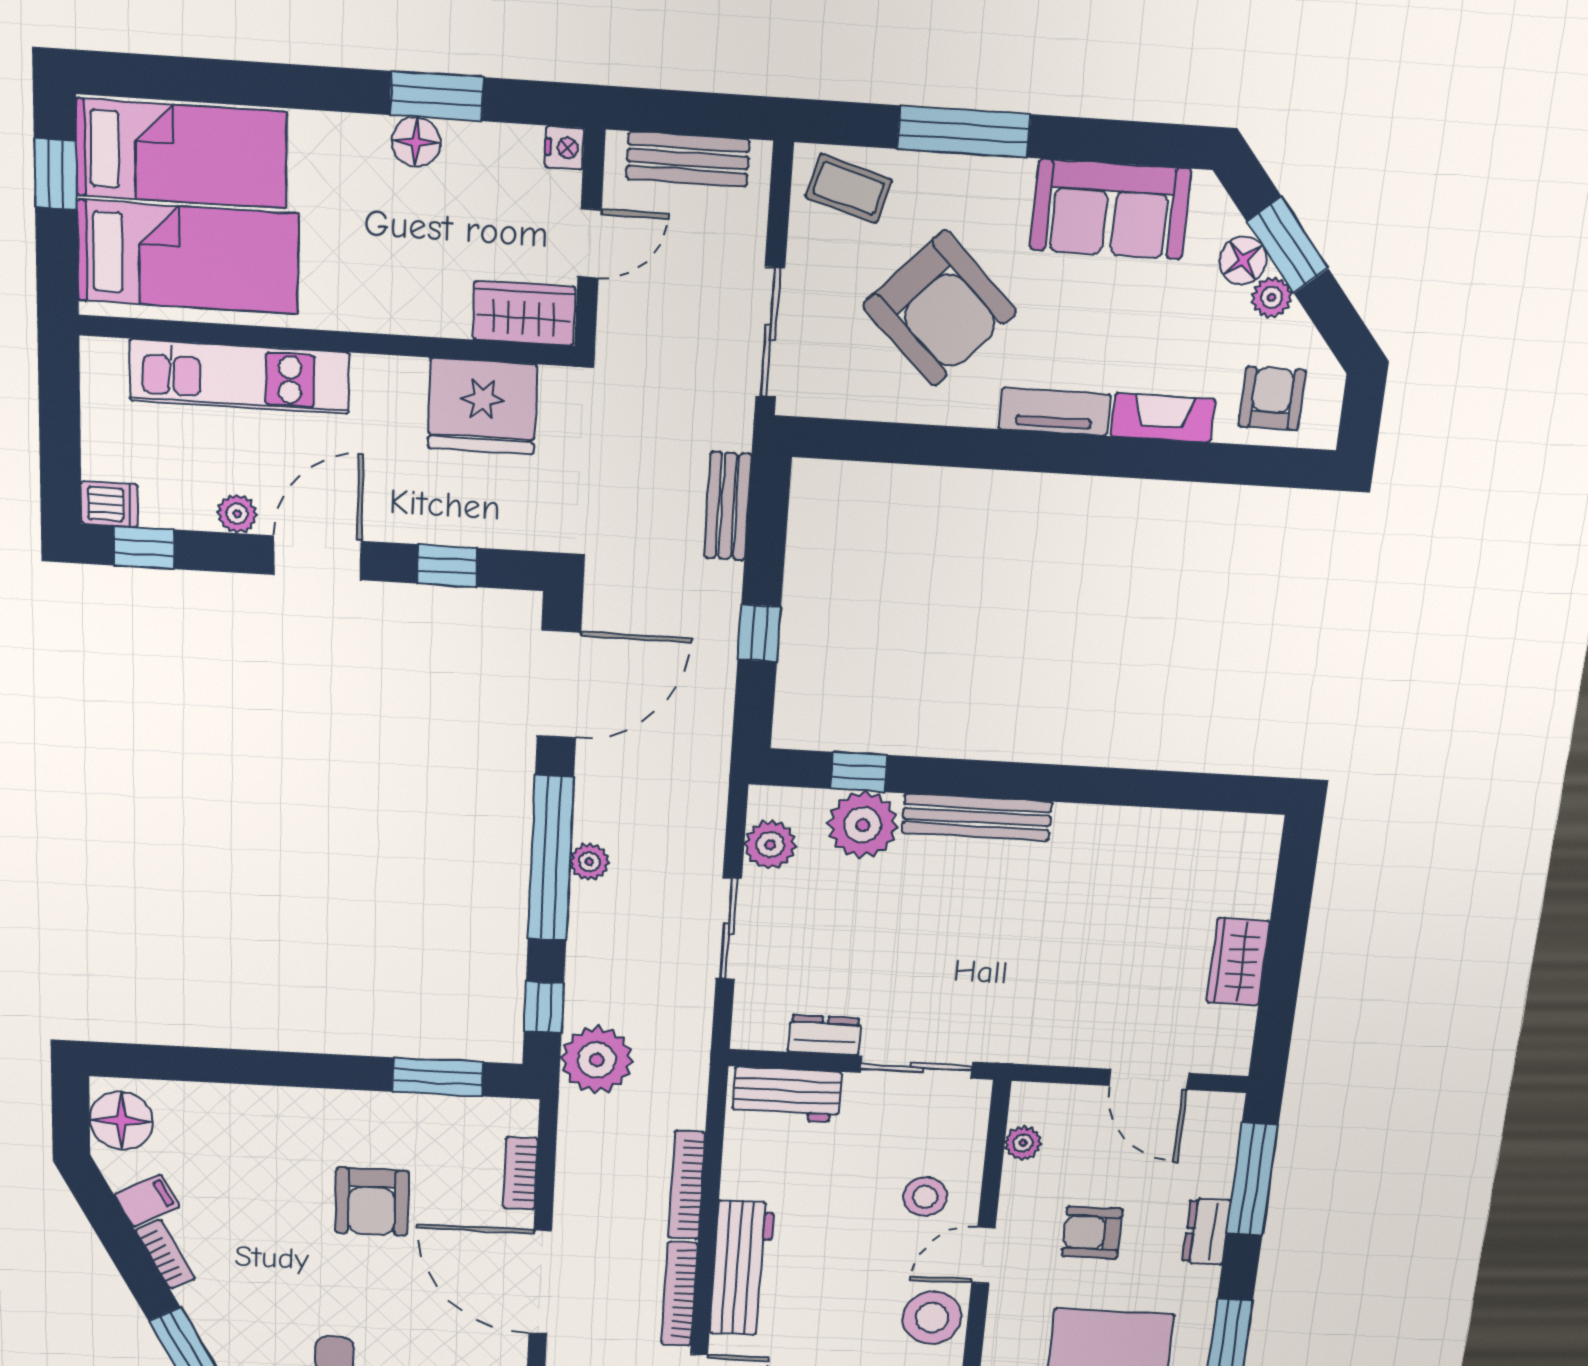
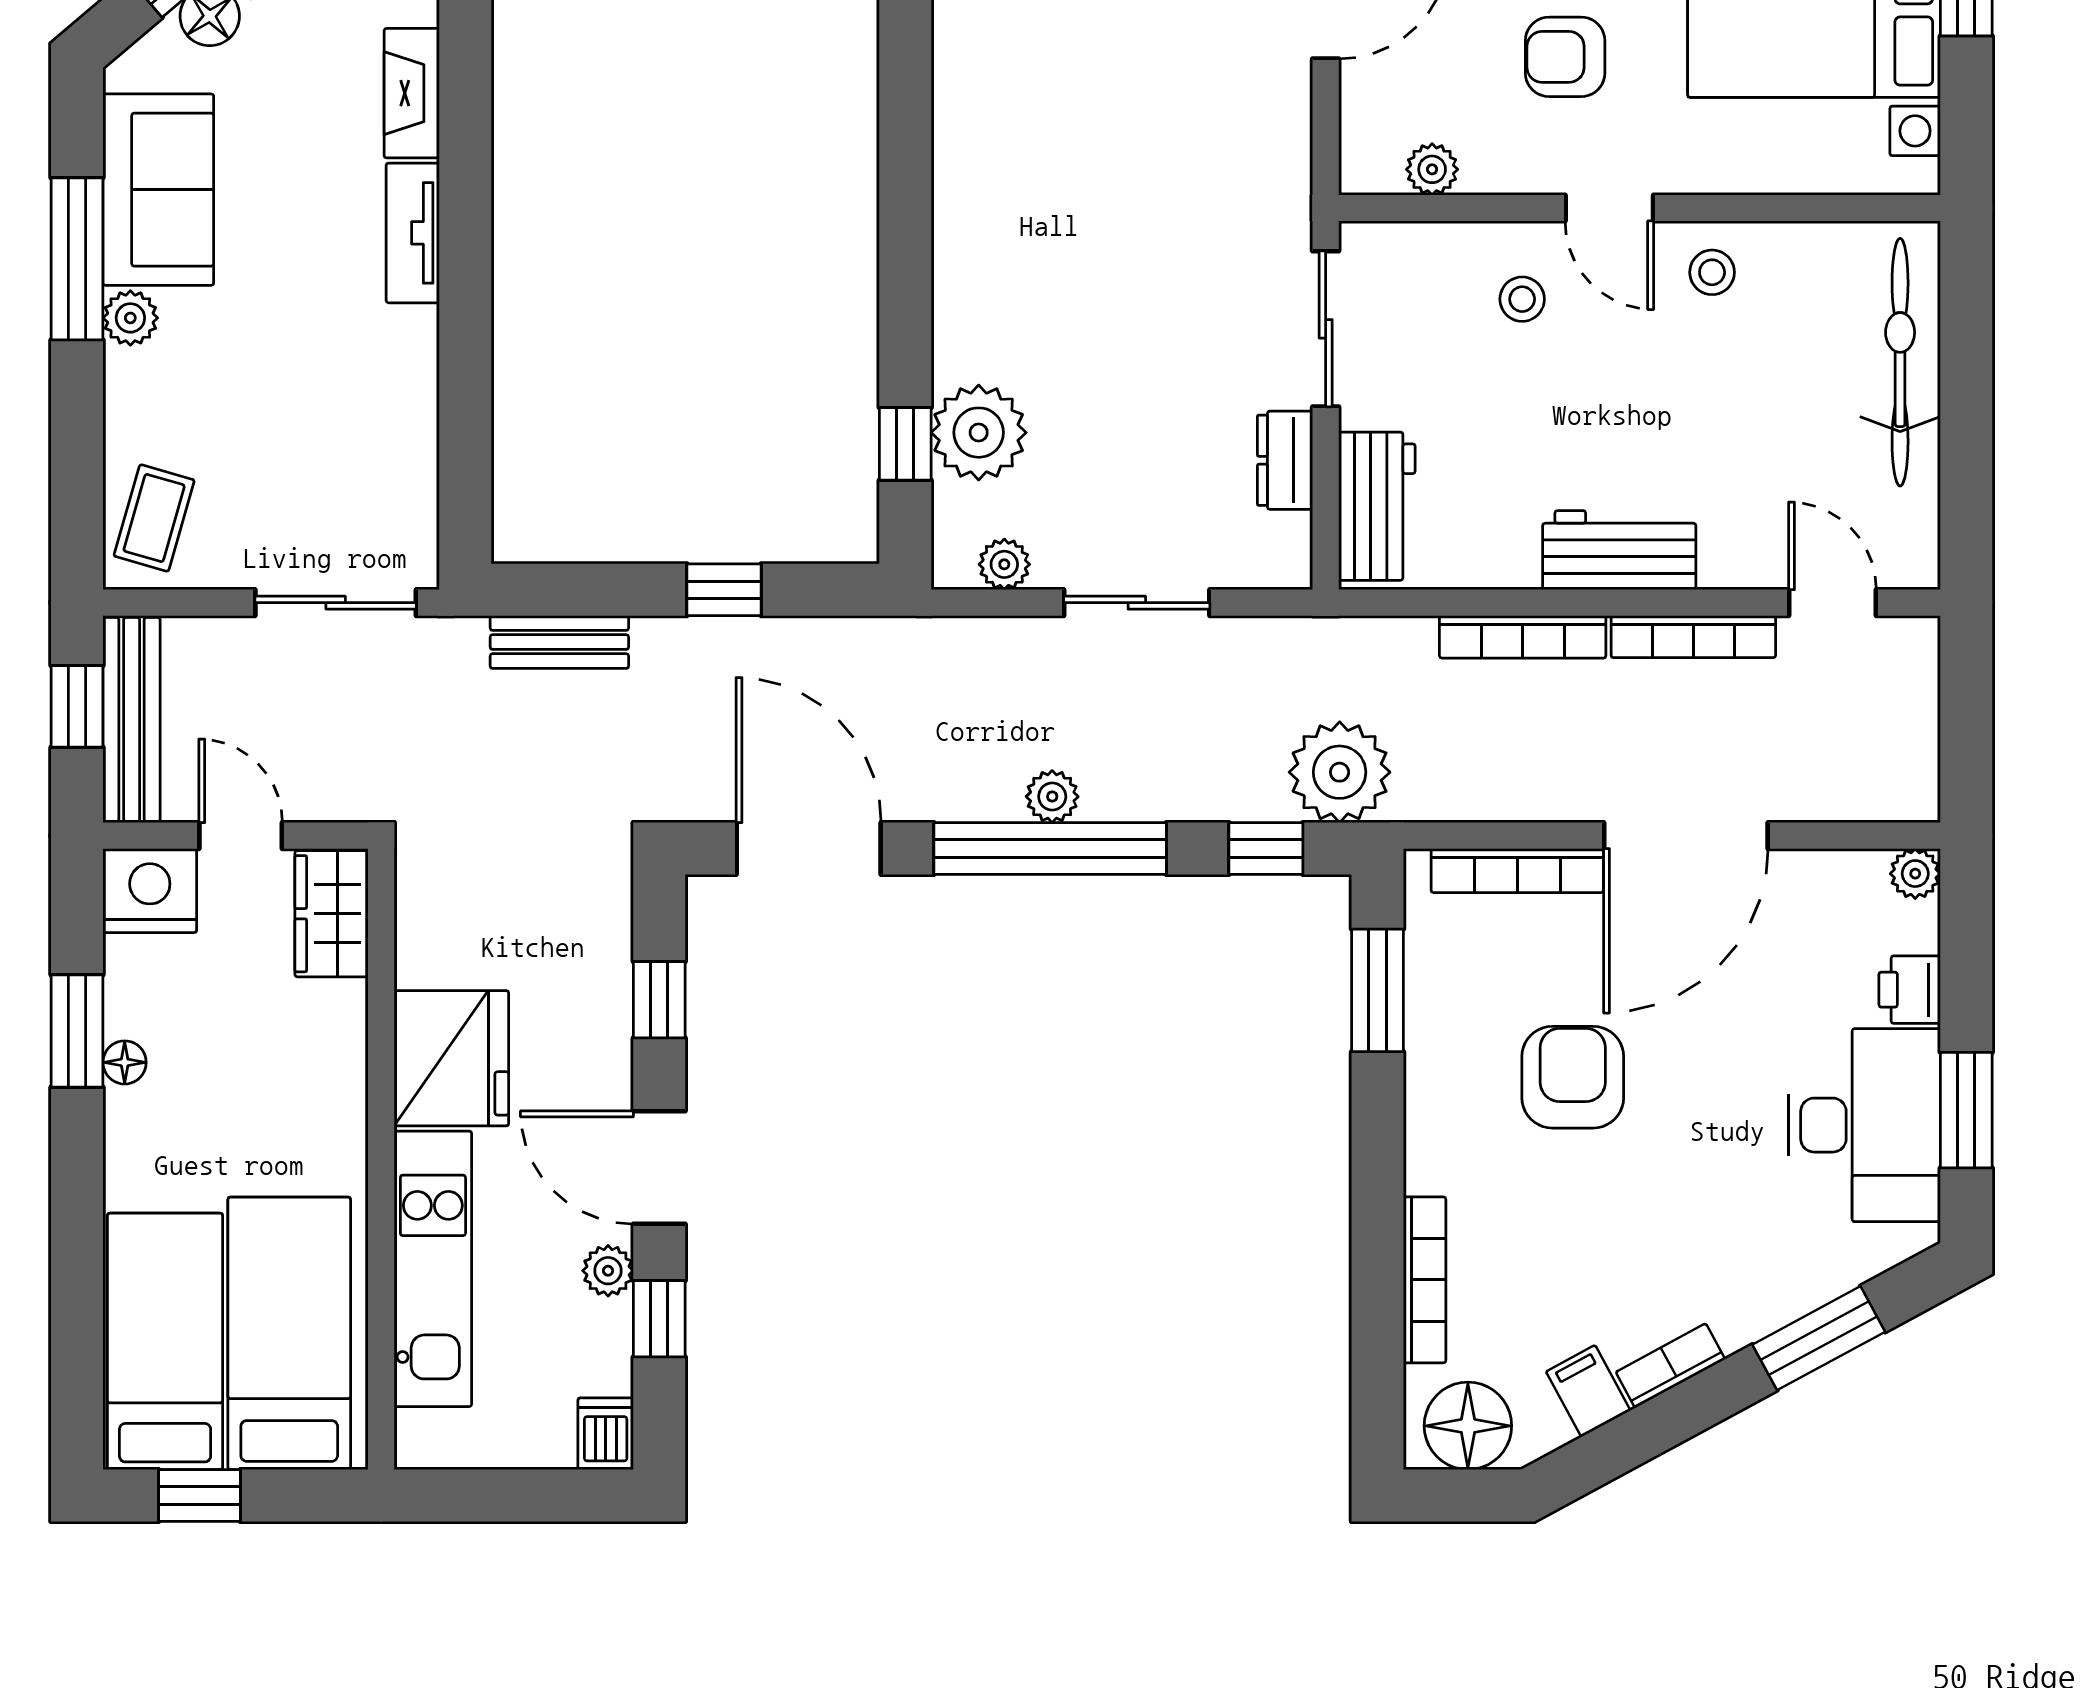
window: (701, 114) -> (77, 706), added
window: (964, 132) -> (77, 259), moved
floor lamp: (416, 142) -> (125, 1062), width x0.73, depth x0.73
nightstand: (565, 148) -> (150, 891), width x1.89, depth x1.79
bench: (688, 159) -> (132, 719), width x1.36
plant: (1011, 179) -> (130, 318), added
armchair: (939, 309) -> (293, 392), removed
fridge: (482, 406) -> (451, 1058), moved
window: (144, 548) -> (659, 1319), moved
bench: (977, 817) -> (959, 280), removed
plant: (770, 845) -> (1004, 564), width x0.73, depth x0.73
bookcase: (227, 1097) -> (1425, 1280), added
bookcase: (520, 1173) -> (1517, 871), width x1.56
stool: (925, 1197) -> (1522, 299), width x0.73, depth x0.73
armchair: (372, 1202) -> (1573, 1077), turned -90
armchair: (1092, 1233) -> (1565, 57), turned 90
workbench: (742, 1268) -> (1619, 550), width x0.73
stool: (932, 1318) -> (1712, 272), width x0.53, depth x0.53

